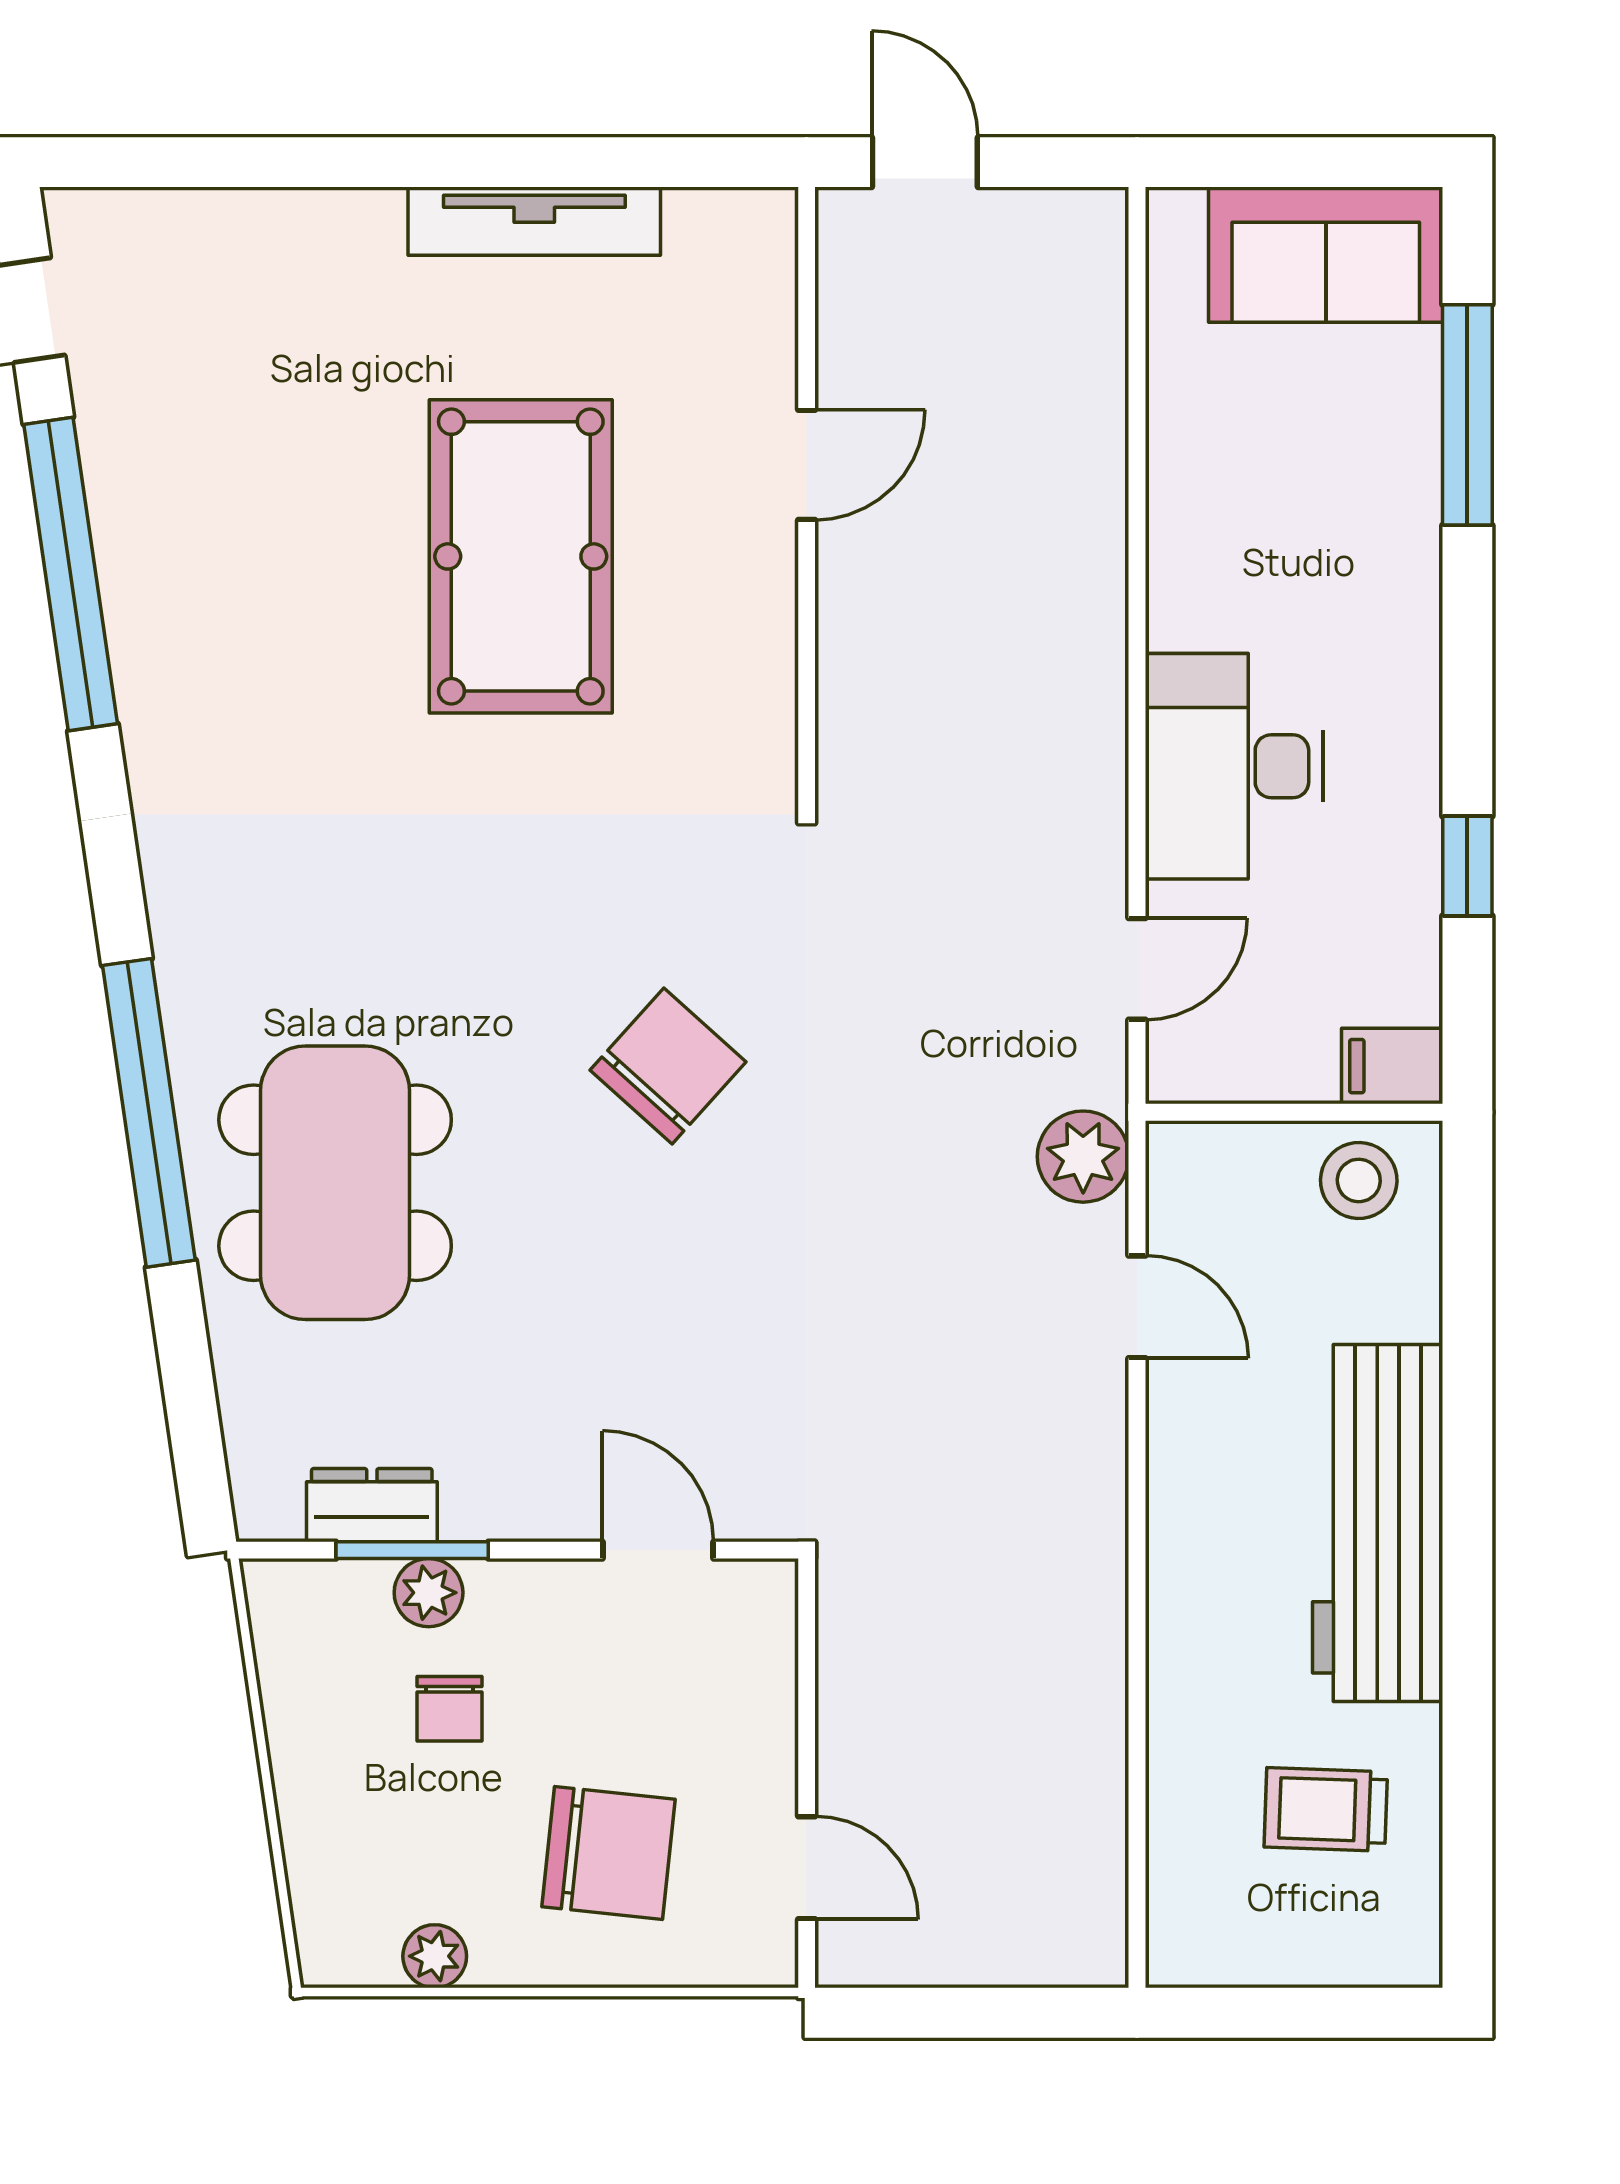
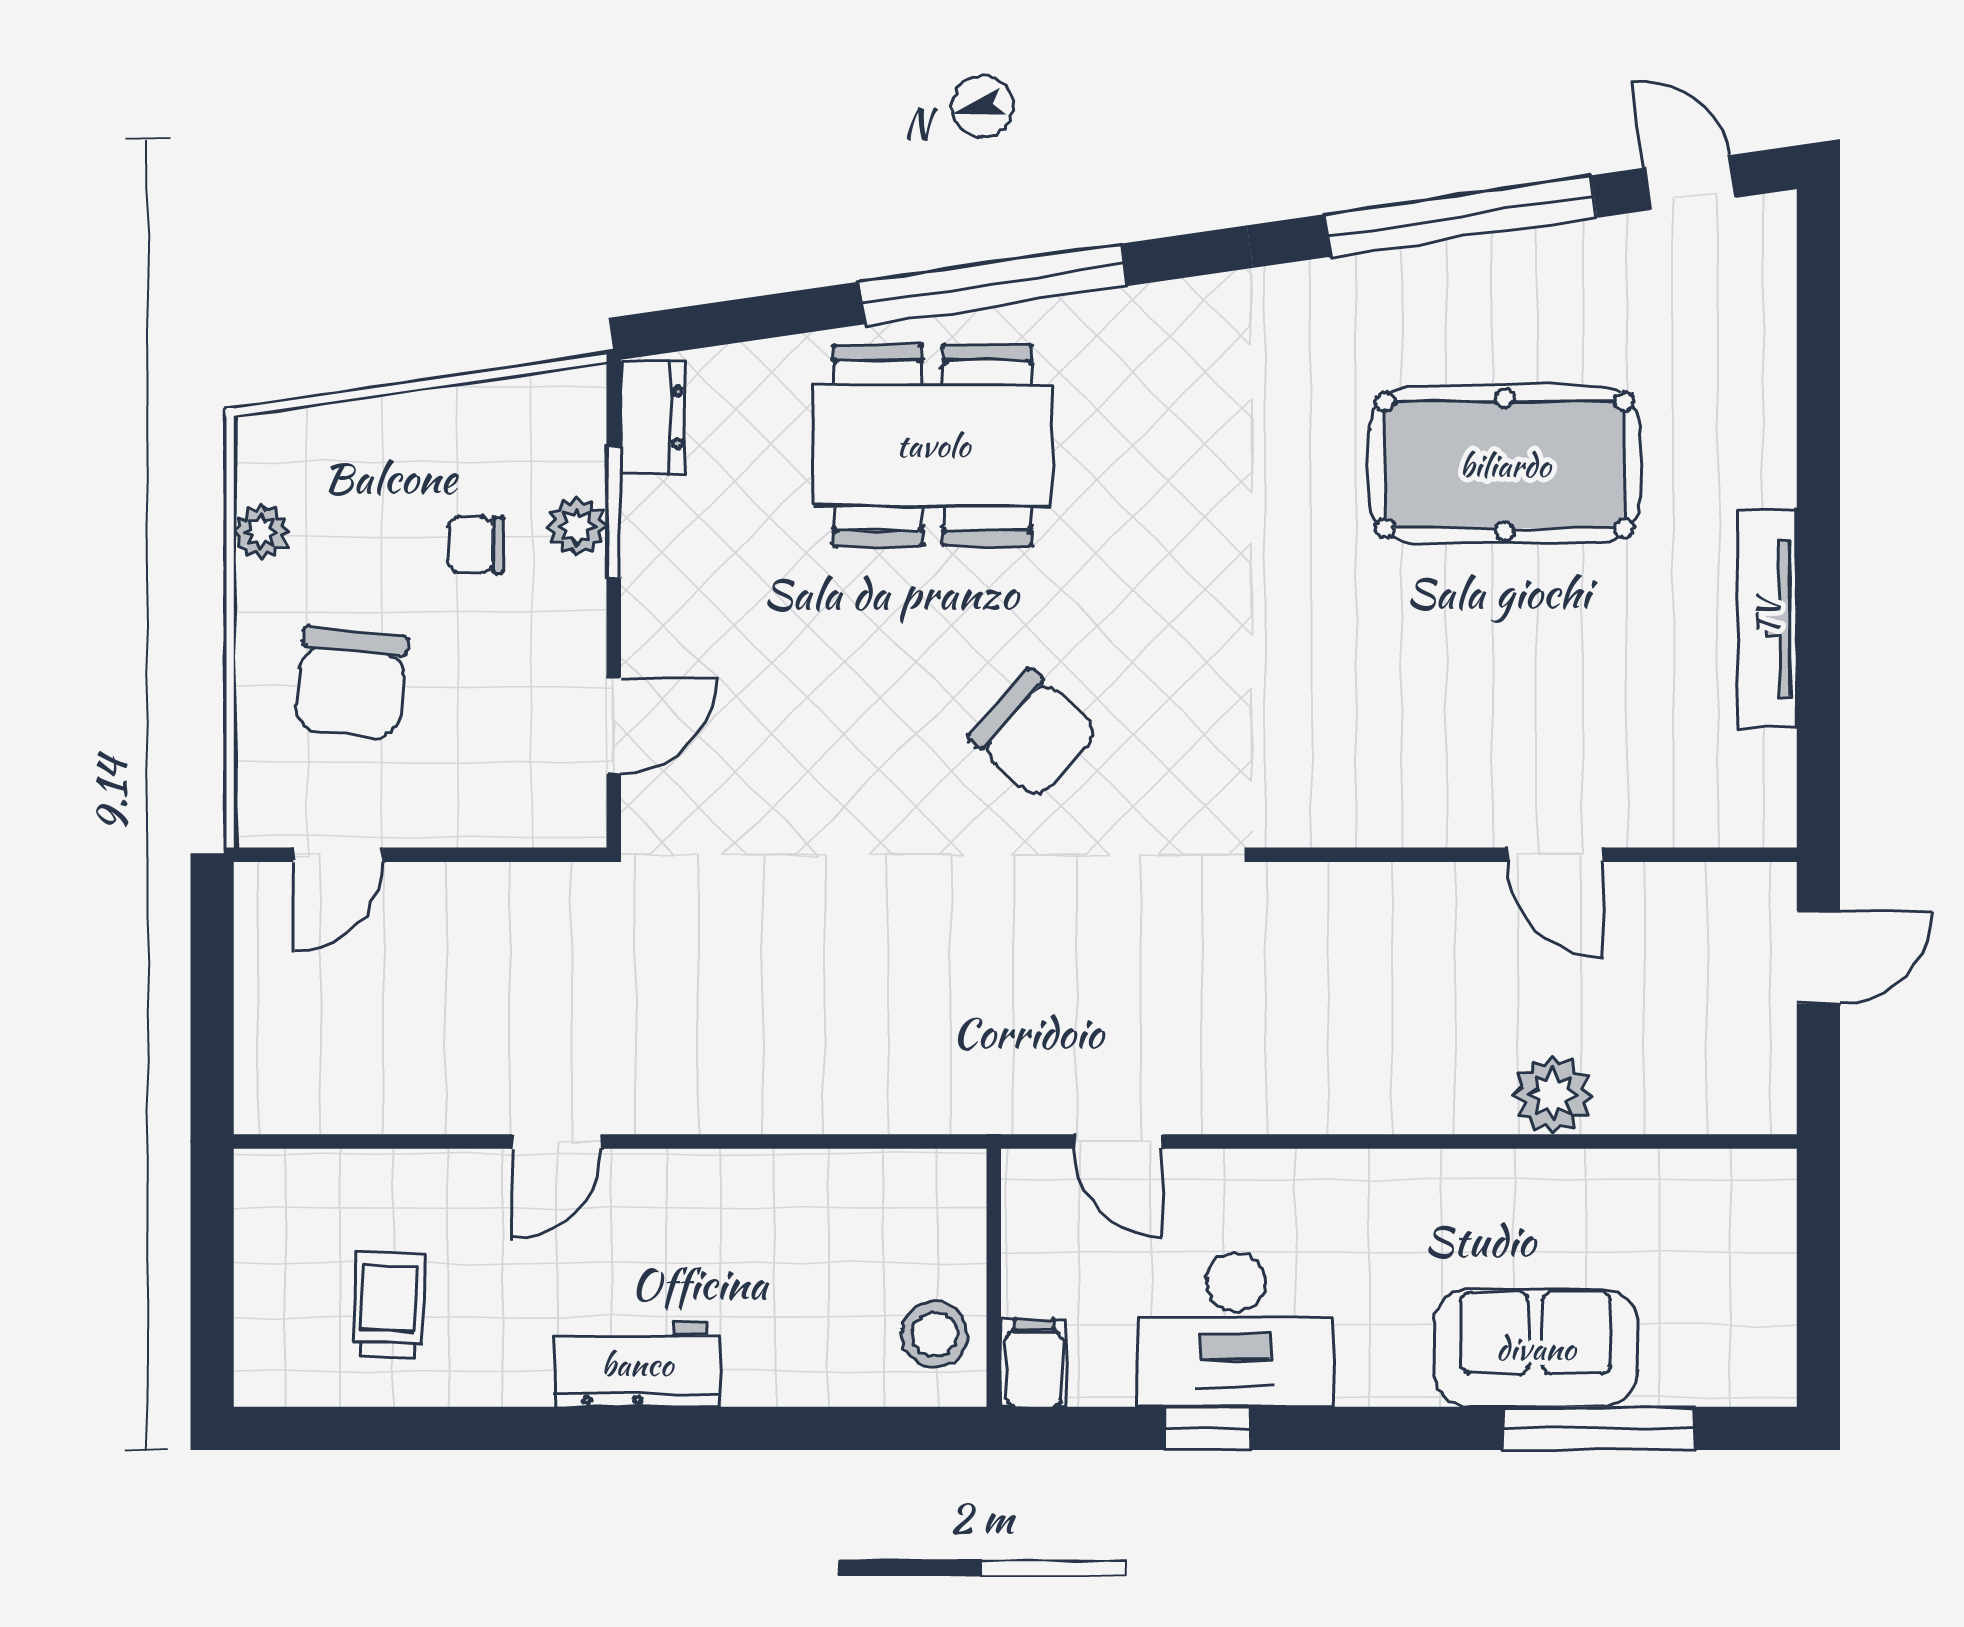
sofa: (1326, 255) -> (1536, 1348), moved, turned 90
pool table: (521, 556) -> (1505, 465), moved
desk: (1234, 766) -> (1236, 1330), moved, turned 180
plant: (1083, 1157) -> (1553, 1095), moved
door: (1137, 1307) -> (557, 1142), moved
dresser: (372, 1505) -> (653, 417), moved
workbench: (1378, 1523) -> (637, 1364), width x0.53, depth x0.76

